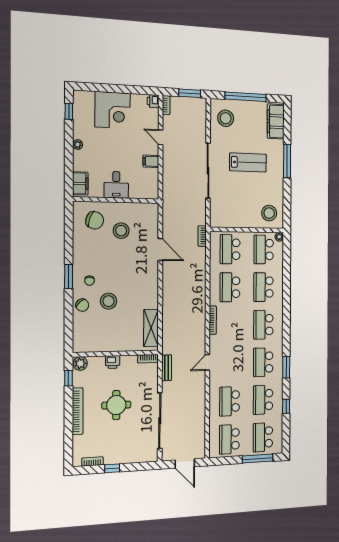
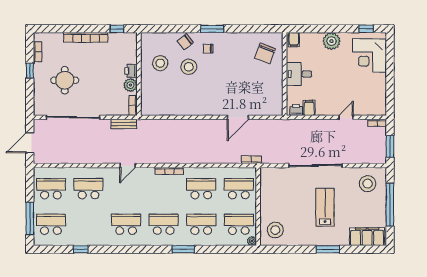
printer: (153, 101) -> (296, 110), moved
corner desk: (113, 110) -> (369, 55), moved
plant: (78, 145) -> (331, 41), width x1.87, depth x1.87
filing cabinet: (151, 161) -> (309, 108), moved
window: (287, 161) -> (328, 249), width x0.69
lab bench: (248, 162) -> (325, 207), turned 180
filing cabinet: (80, 183) -> (294, 40), width x0.50
stool: (121, 231) -> (160, 63), moved
shelving: (151, 328) -> (163, 108), removed
door: (207, 362) -> (128, 166), swing flipped
plant: (80, 363) -> (130, 85), moved
window: (286, 367) -> (183, 249), moved
school desk: (263, 400) -> (88, 224), removed
round table: (116, 405) -> (65, 80), moved

